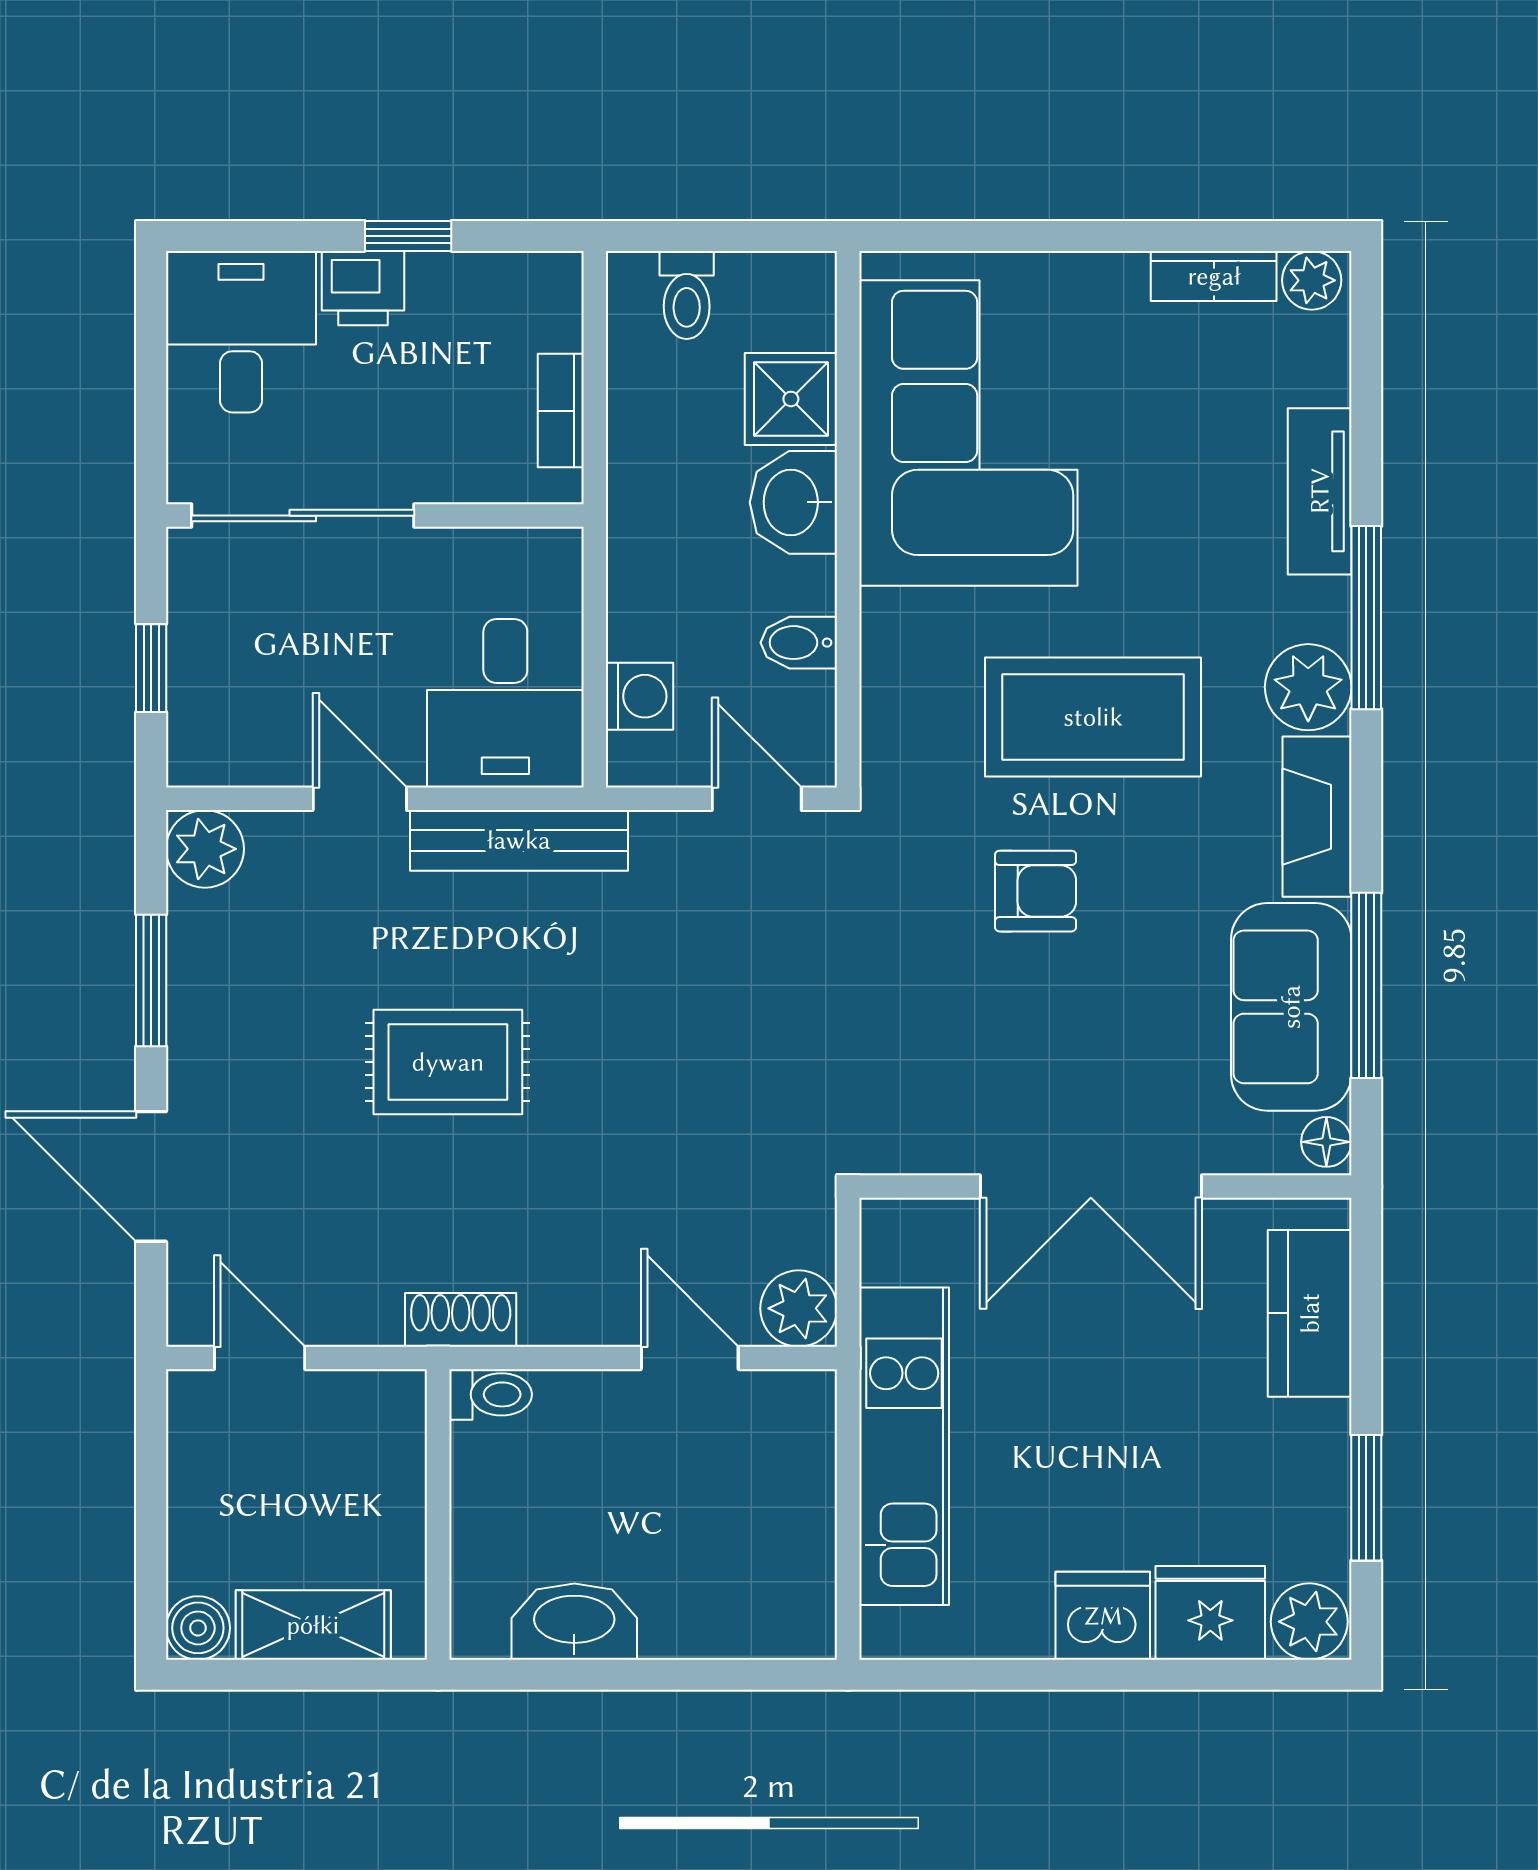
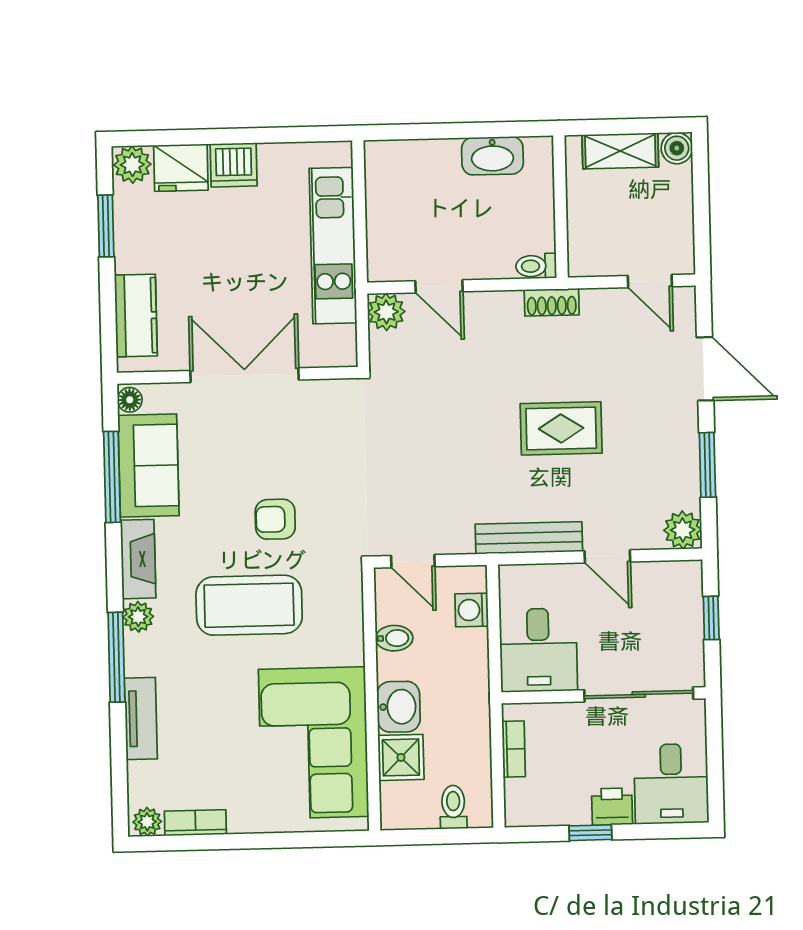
plant: (1308, 687) -> (138, 617), width x0.73, depth x0.73
desk: (505, 703) -> (538, 650), moved, turned 180

